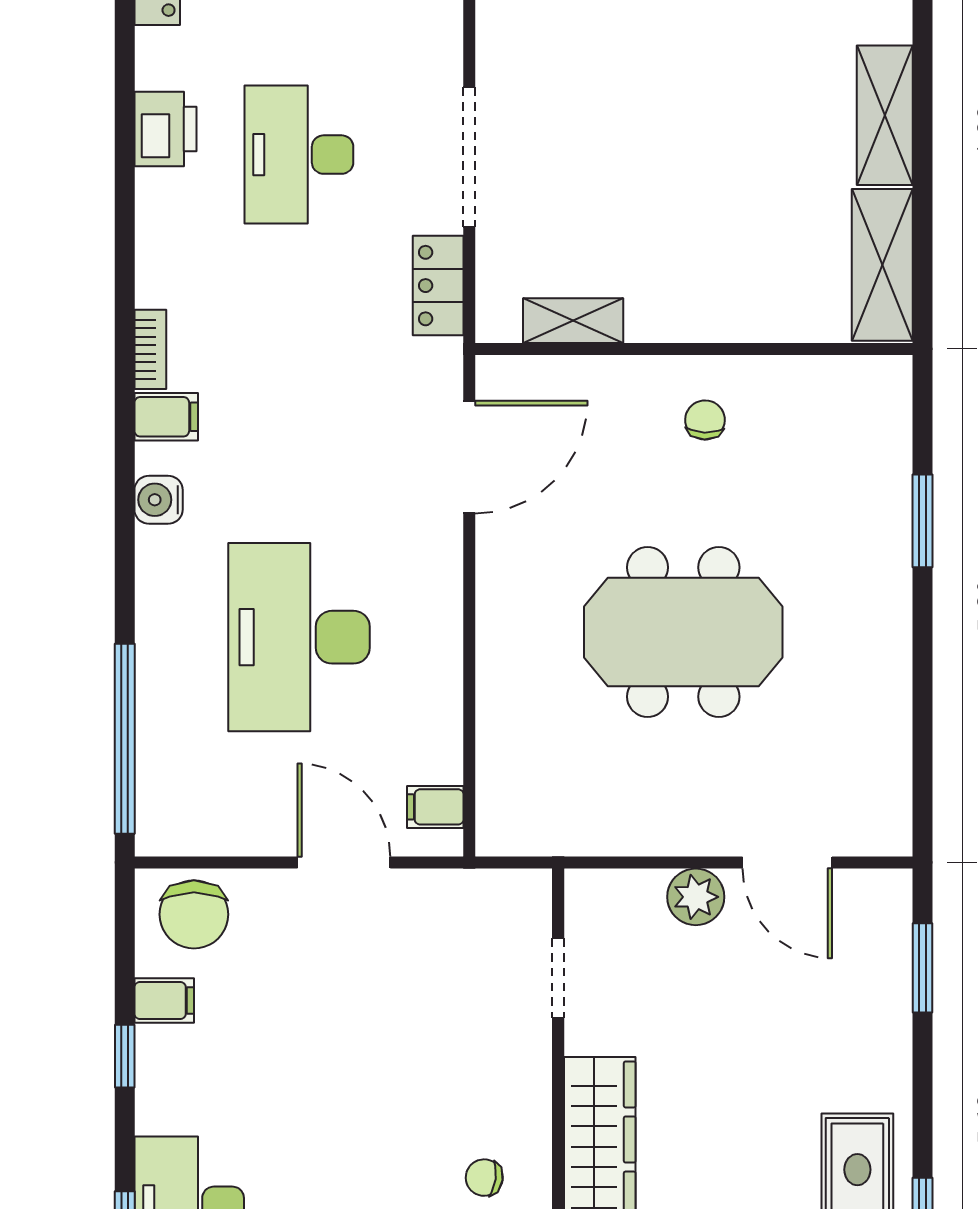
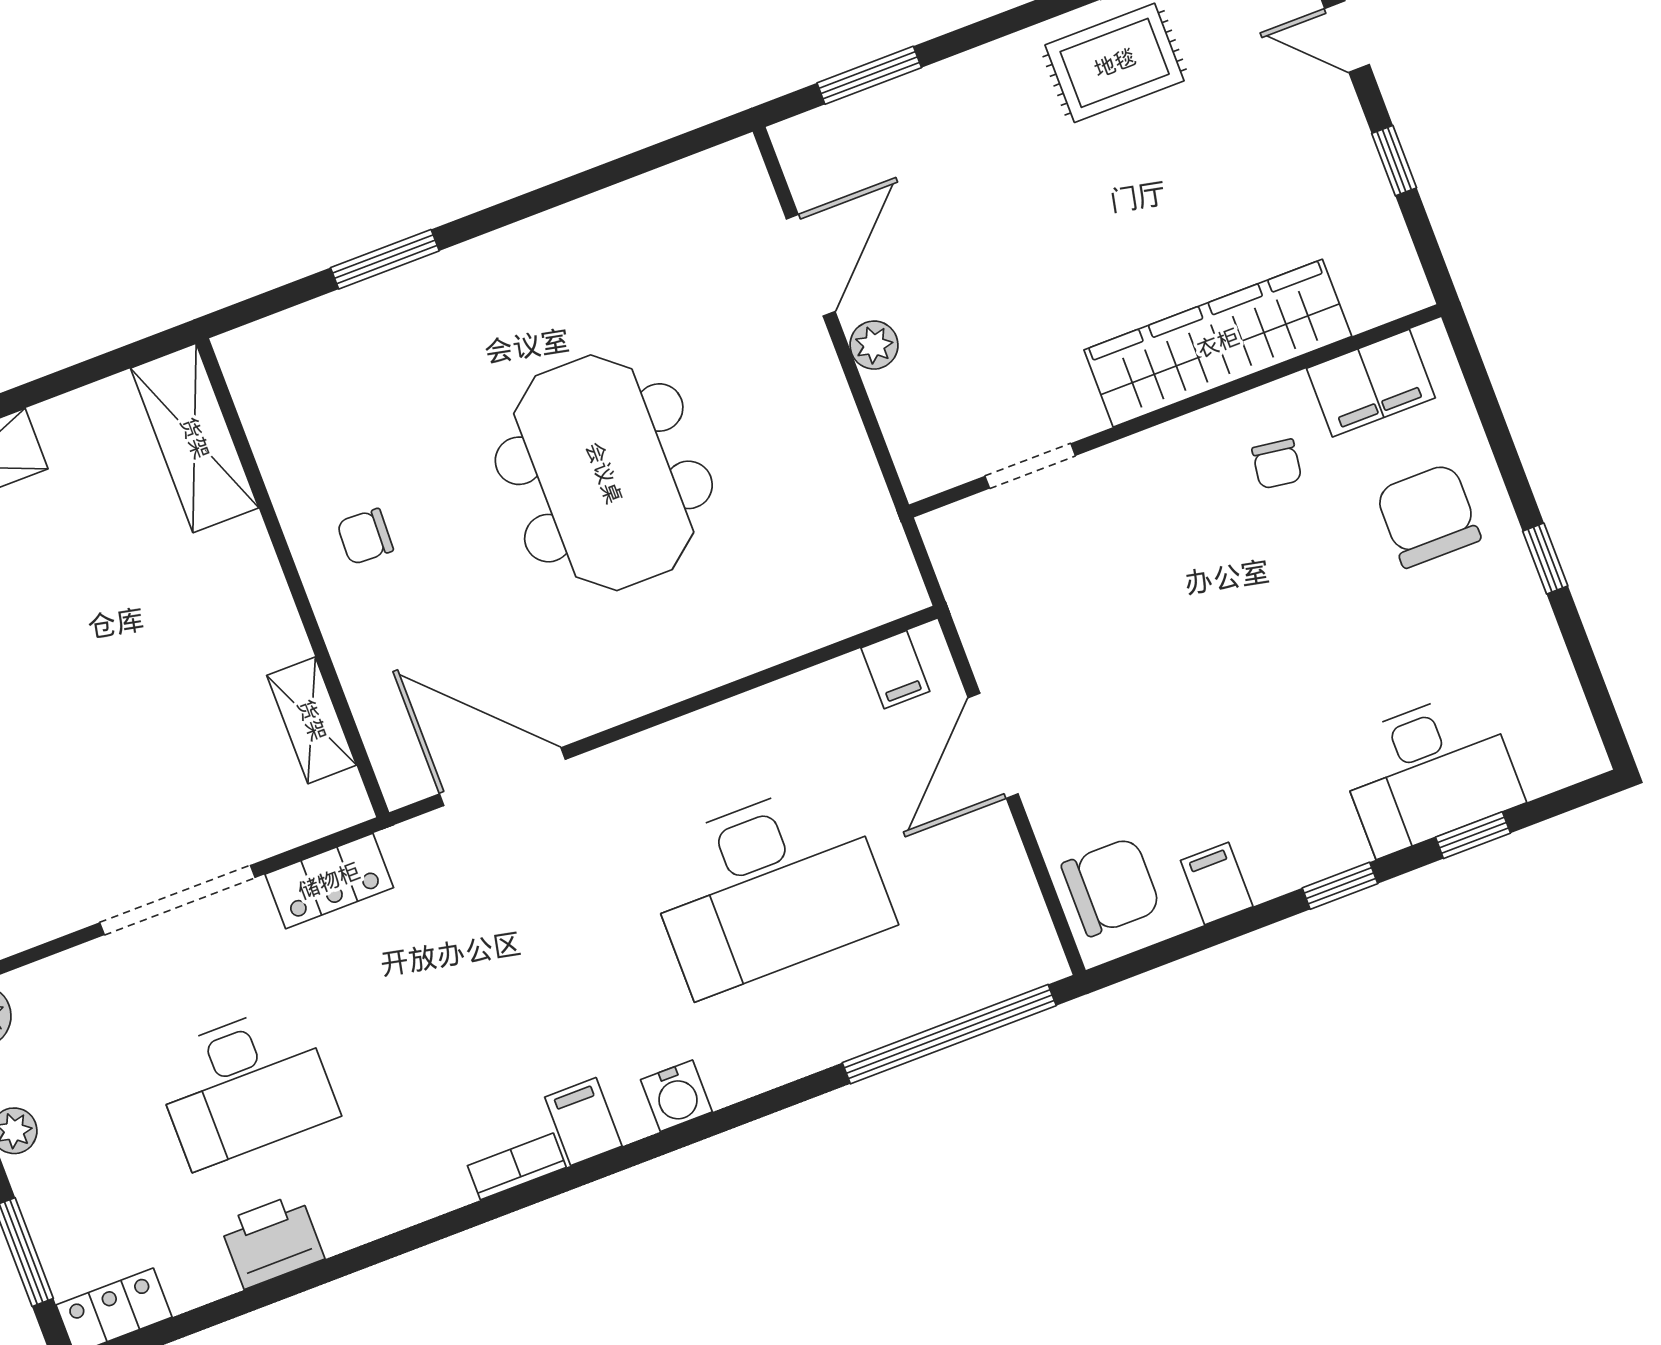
shelving: (882, 265) -> (195, 438), moved, turned 90
plant: (696, 897) -> (874, 345), width x0.73, depth x0.73
window: (125, 1056) -> (1340, 886), moved

